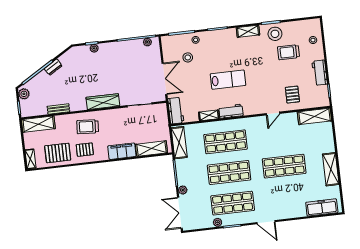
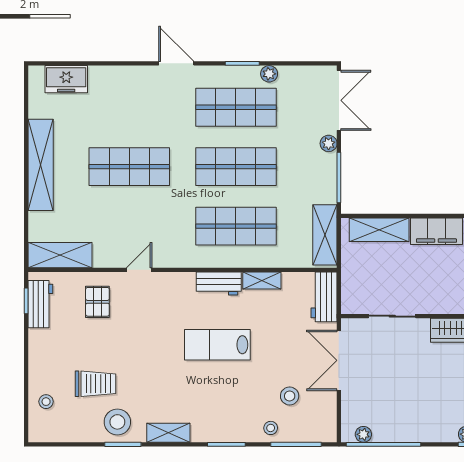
workbench: (320, 73) -> (40, 304), moved
shelving: (331, 169) -> (41, 165), width x1.47
freezer: (322, 207) -> (66, 79), width x0.71

